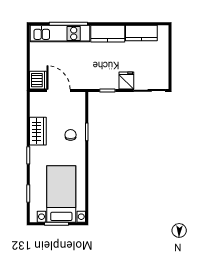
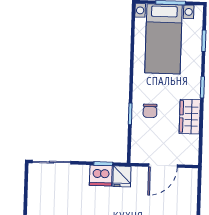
dishwasher: (38, 80) -> (101, 176), moved, turned -90
fridge: (126, 80) -> (122, 176), moved
door: (59, 90) -> (163, 166), hinge flipped

